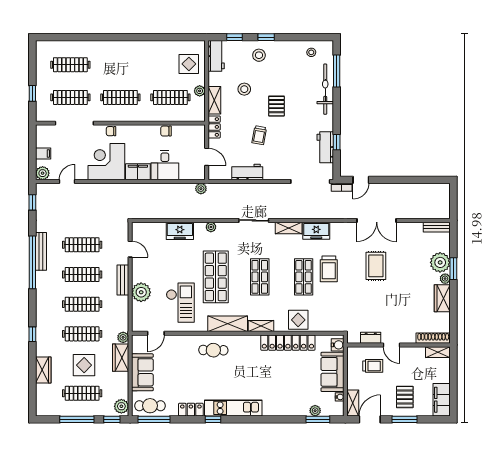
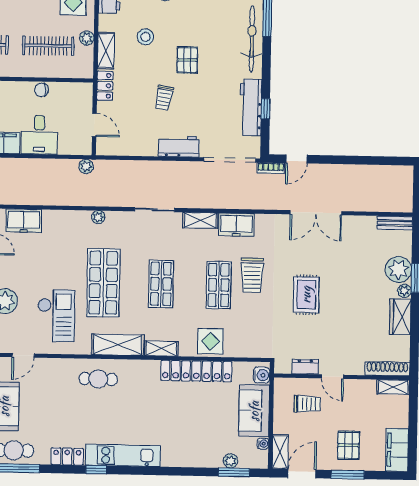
workbench: (325, 147) -> (251, 107), width x1.38
workbench: (247, 172) -> (179, 146), moved
freezer: (180, 231) -> (24, 221), moved
rug: (376, 266) -> (306, 295), moved

